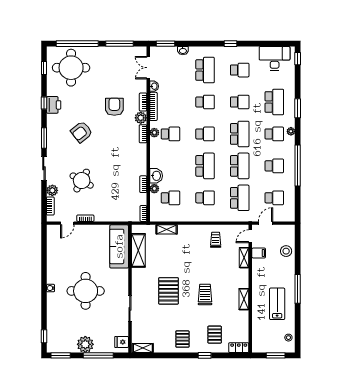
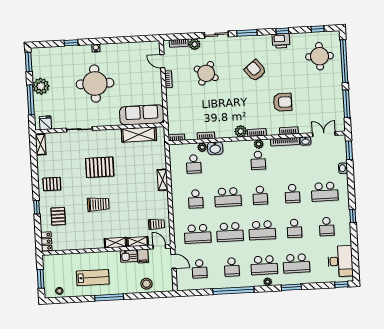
round table: (71, 68) -> (319, 56), width x0.73, depth x0.73
plant: (141, 118) -> (241, 131), moved
school desk: (274, 134) -> (264, 265), width x1.85
shelving: (167, 229) -> (163, 180), moved
trolley: (216, 240) -> (156, 224), moved
kitchen sink: (258, 267) -> (129, 256), added
shelving: (244, 299) -> (115, 243), moved
pallet: (215, 335) -> (58, 216), turned 90
window: (44, 336) -> (71, 43), moved

